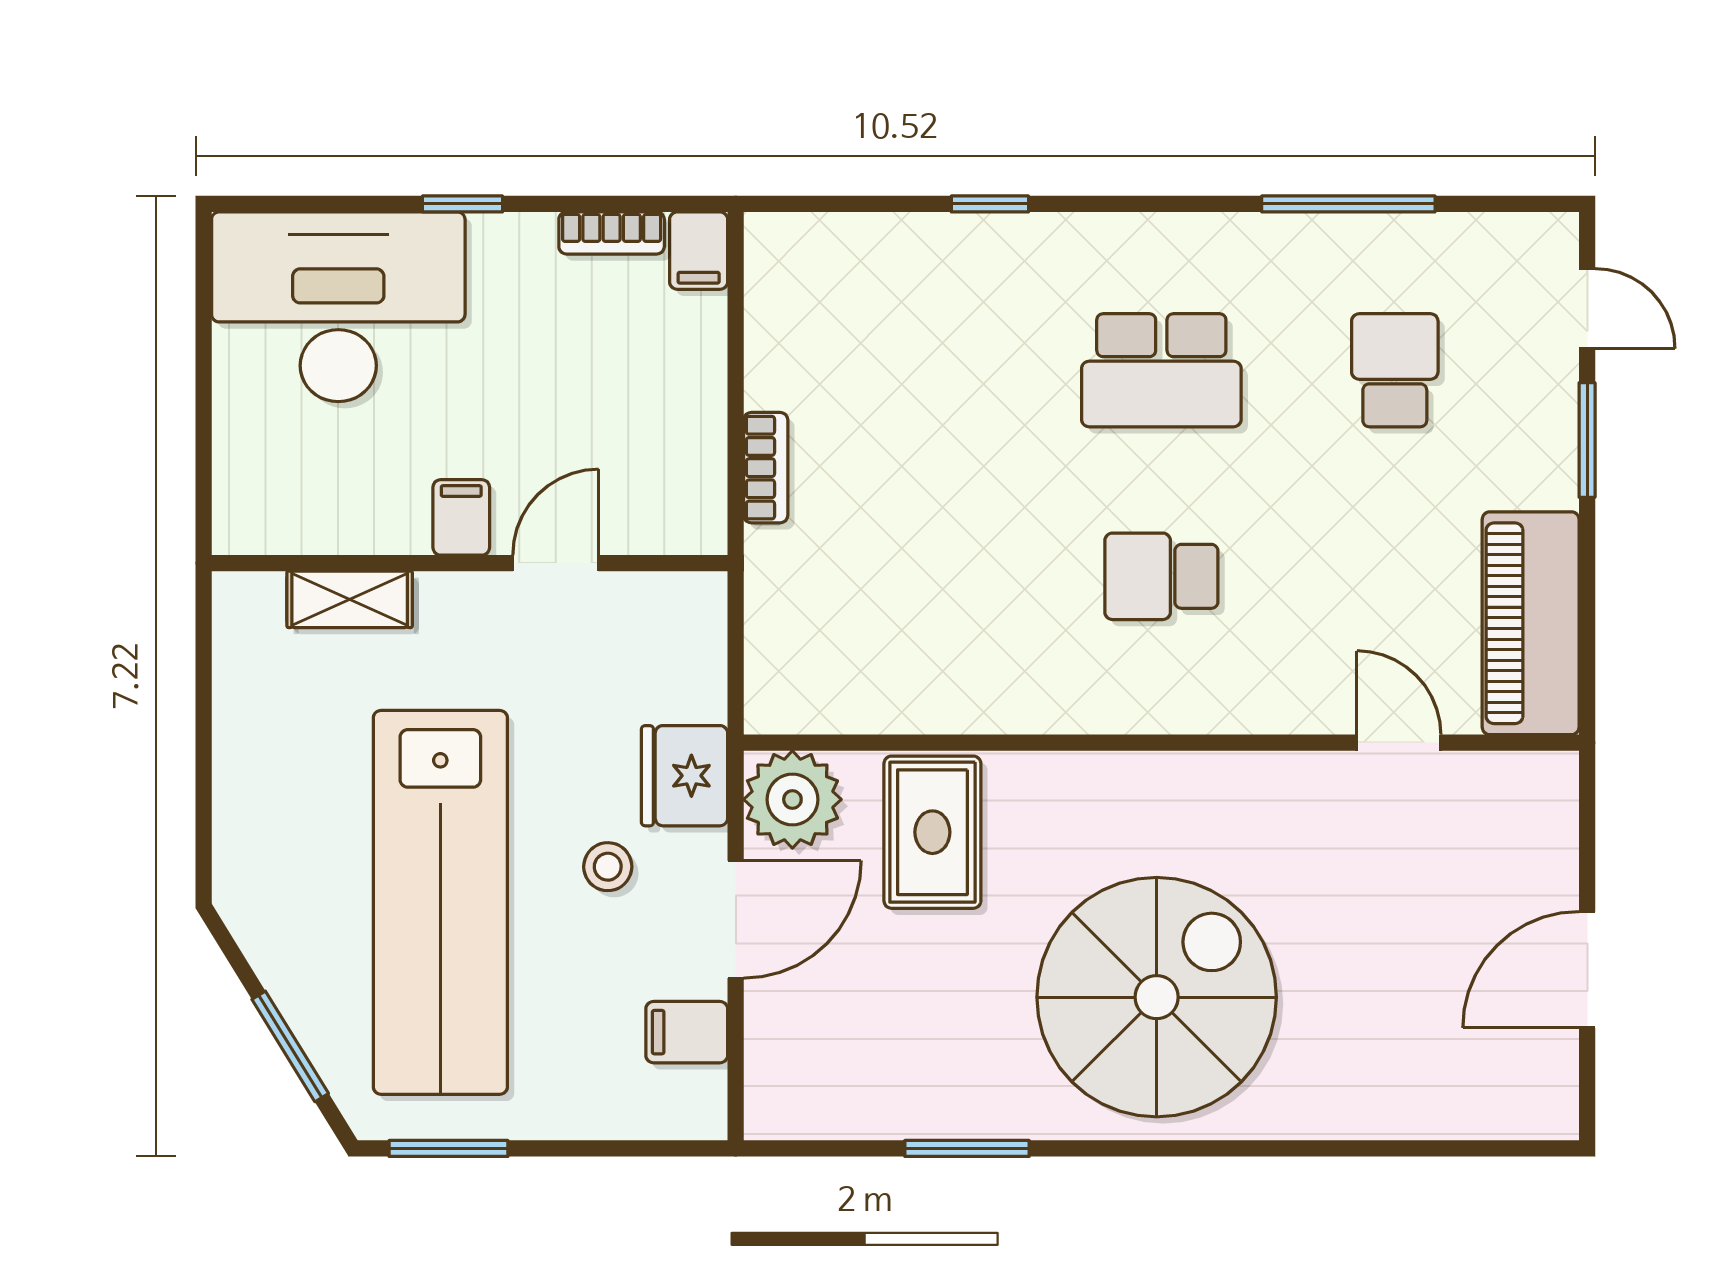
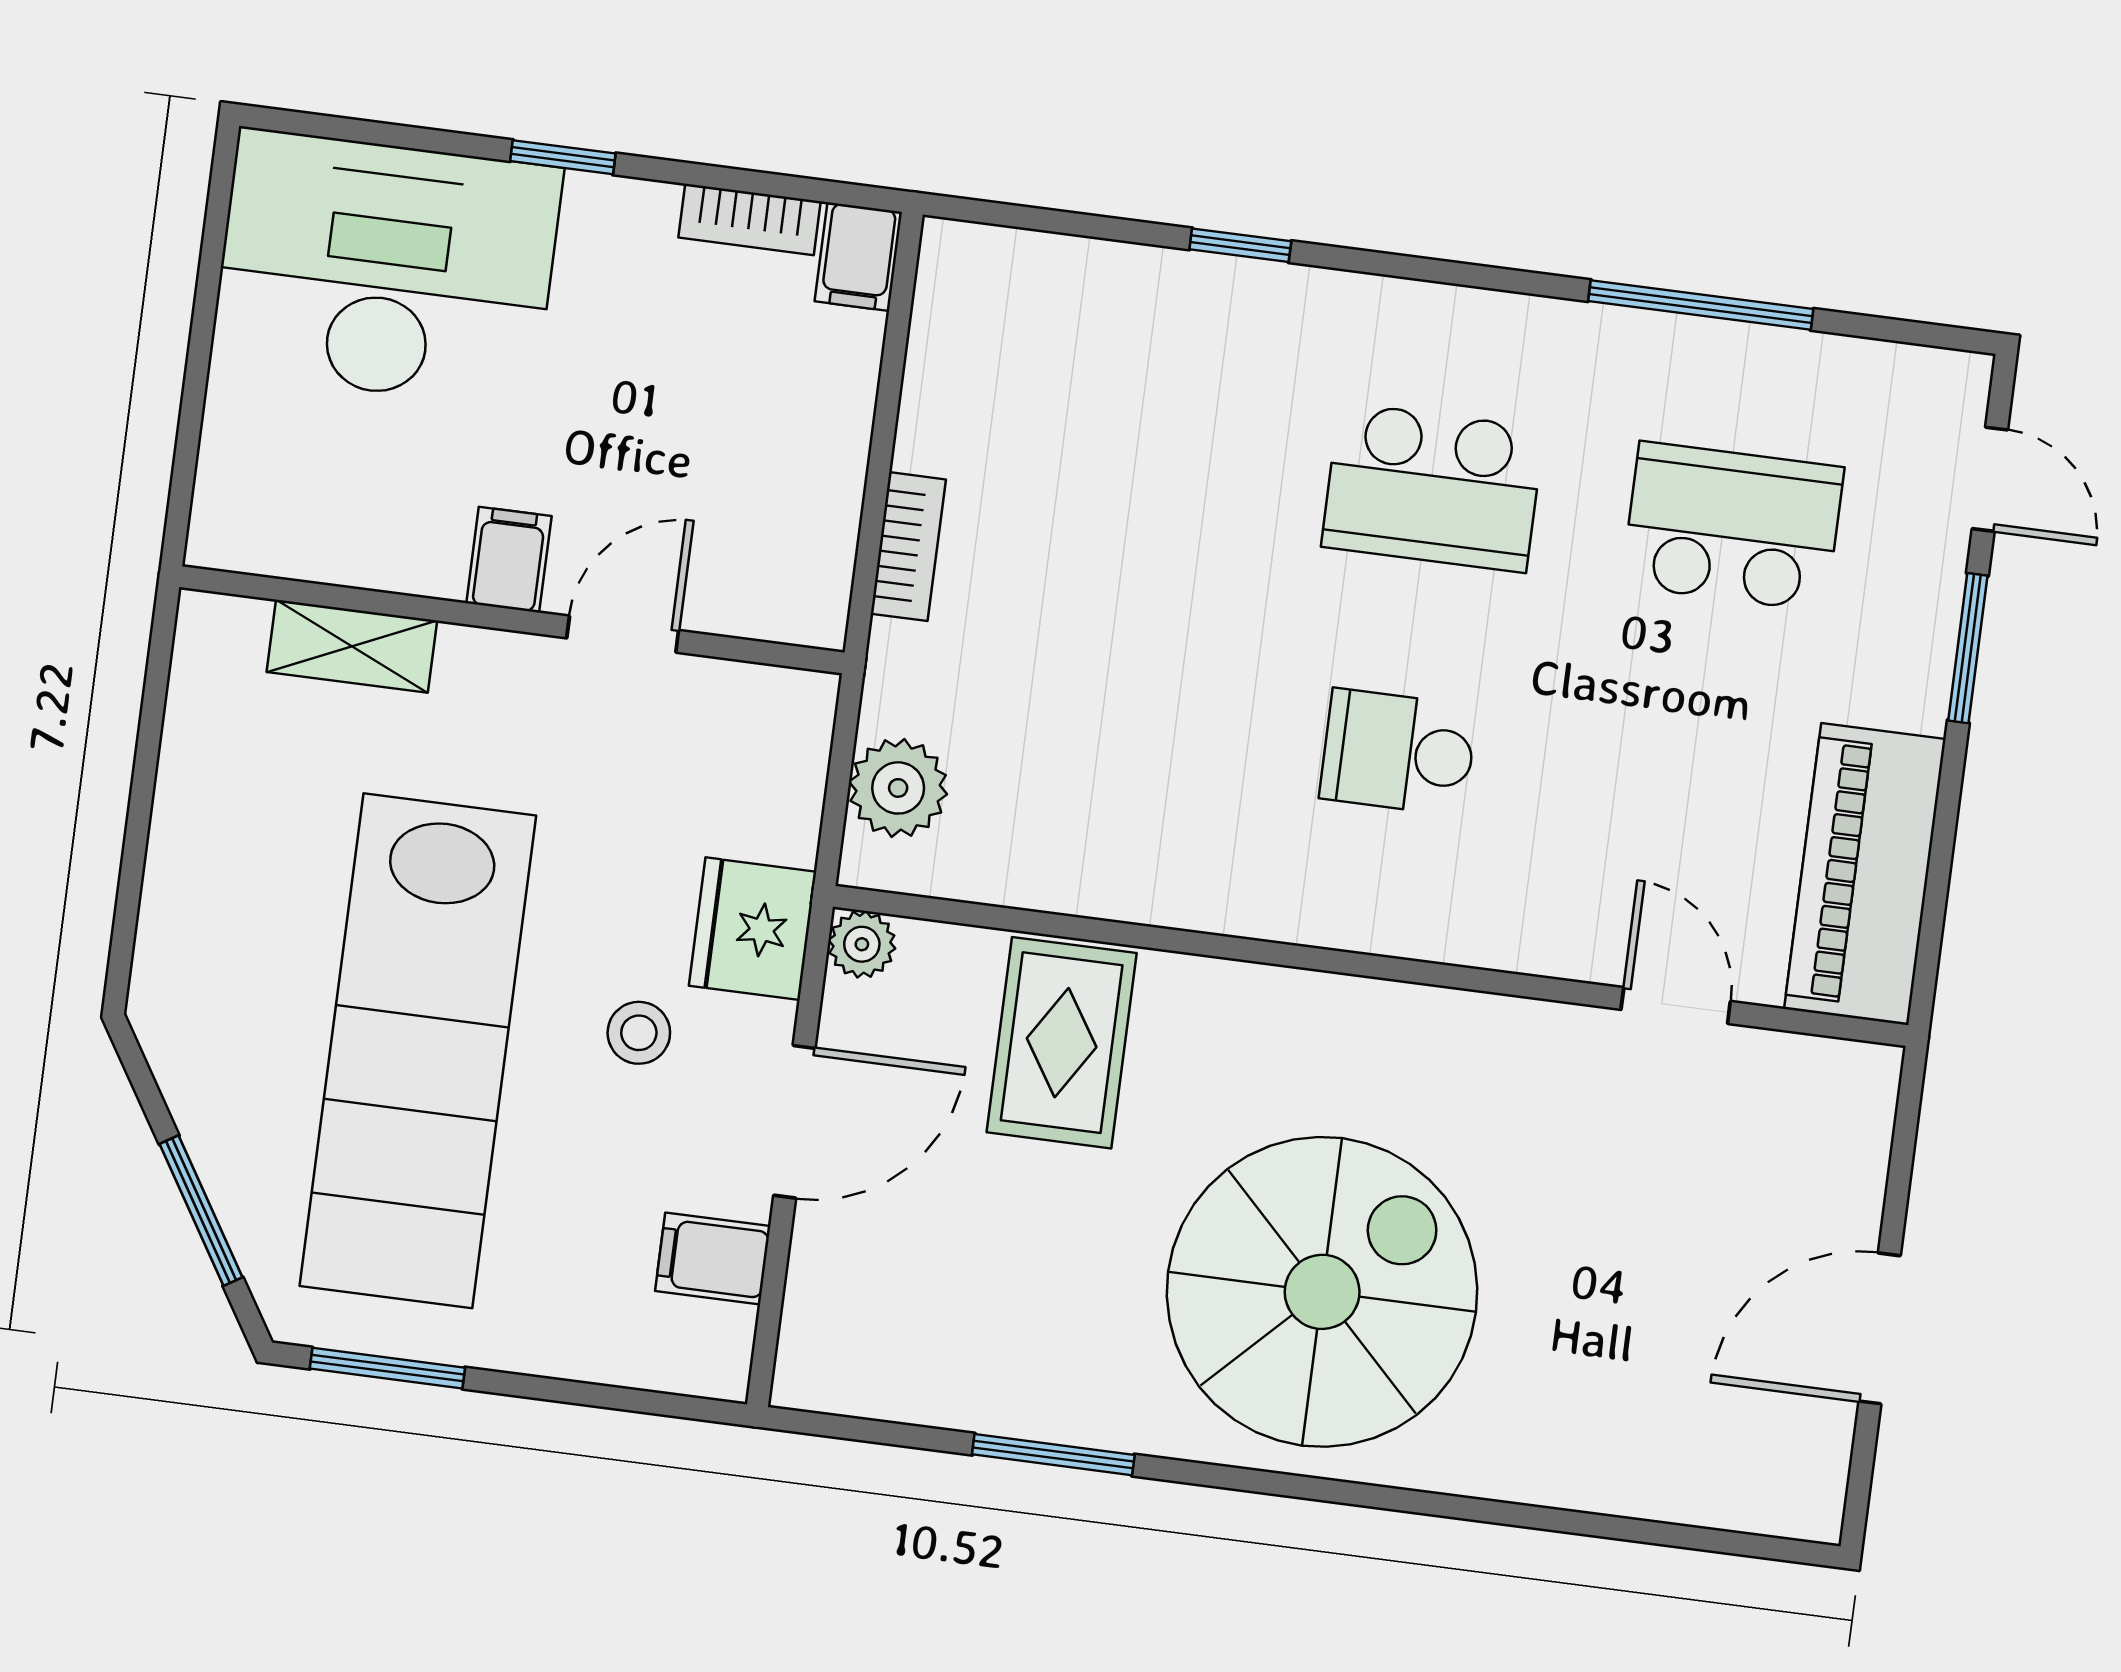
school desk: (1395, 370) -> (1733, 526), width x1.85
plant: (782, 653) -> (898, 788), added
plant: (792, 799) -> (862, 944), width x0.53, depth x0.53

